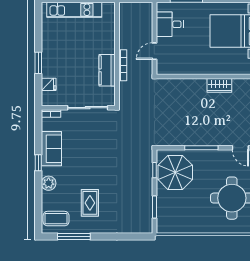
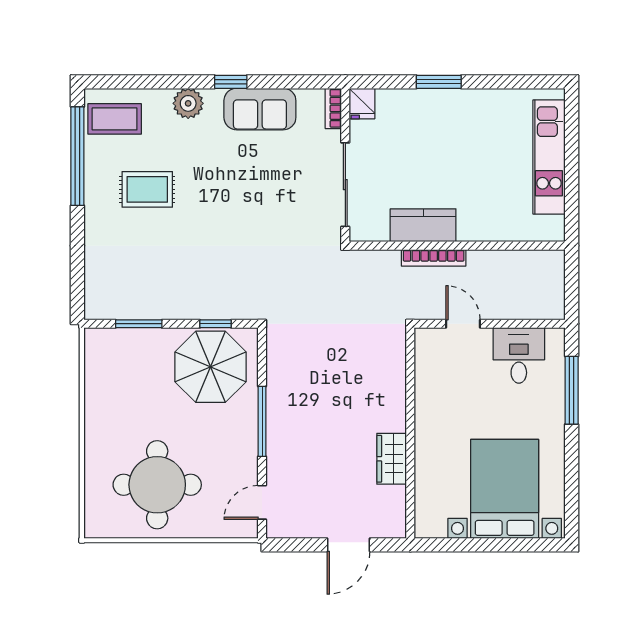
fridge: (49, 84) -> (362, 104), moved
coffee table: (56, 219) -> (115, 119), turned 90
window: (74, 236) -> (77, 156), width x1.46

